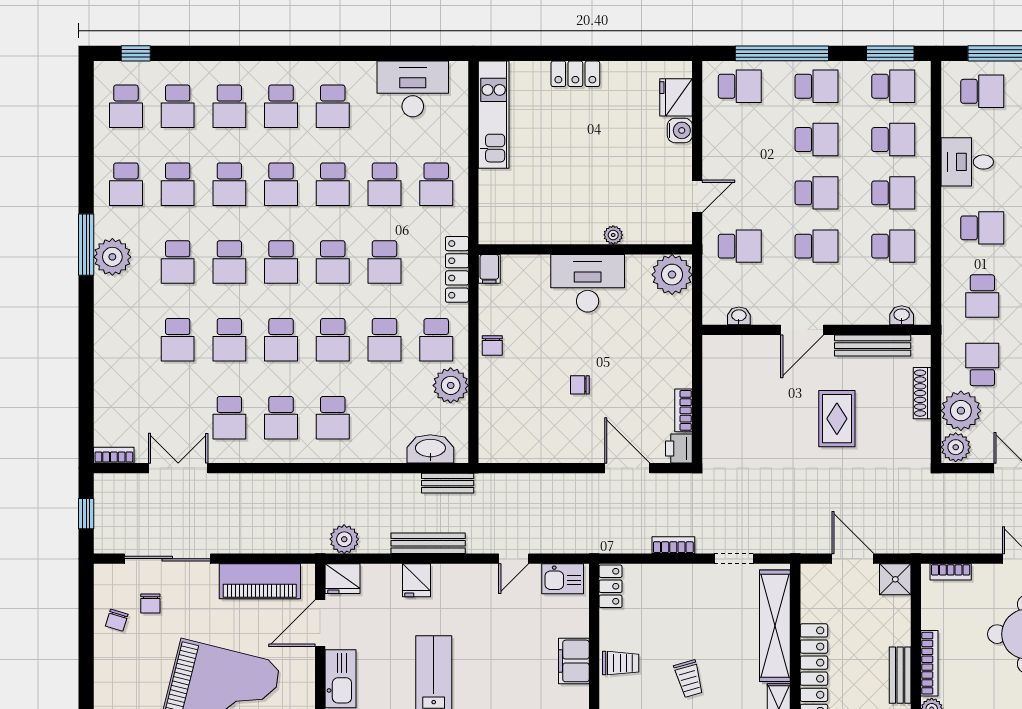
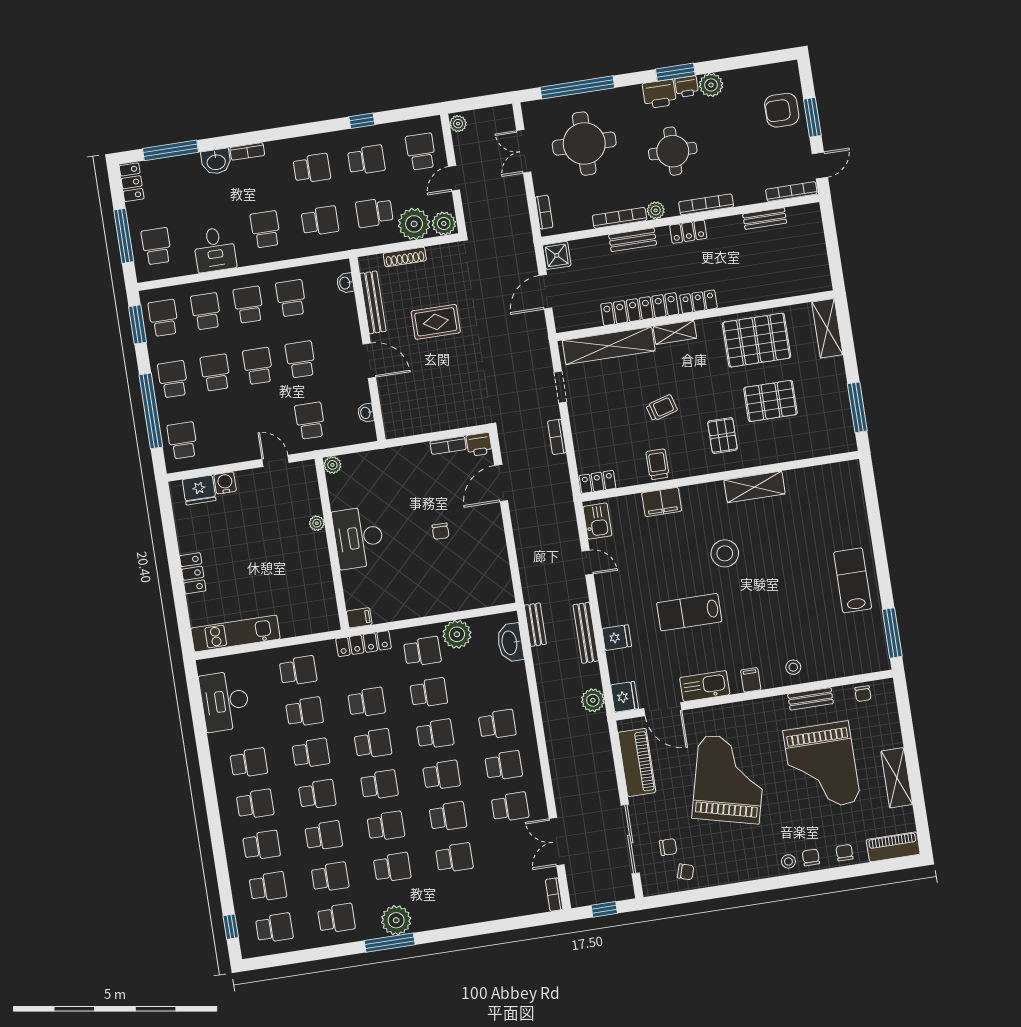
plant: (672, 275) -> (332, 465), width x0.53, depth x0.53
chair: (492, 346) -> (420, 606), removed

